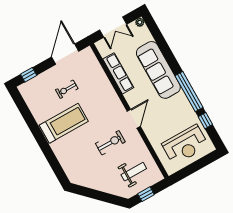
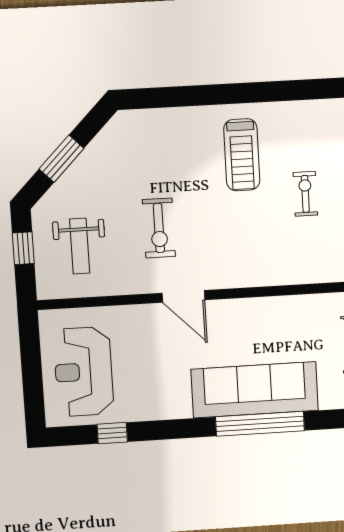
row of seats: (118, 73) -> (286, 309), removed
window: (189, 92) -> (260, 424), moved
treadmill: (64, 123) -> (242, 155), width x0.73, depth x0.73
window: (102, 196) -> (61, 159), added

